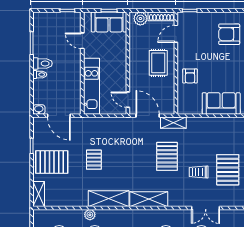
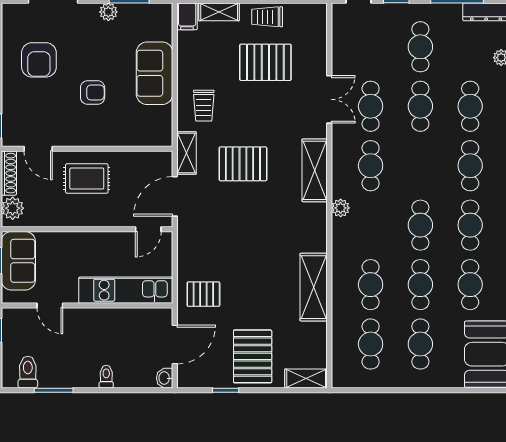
door: (82, 41) -> (50, 305), hinge flipped
toilet: (42, 63) -> (28, 372), moved
armchair: (190, 76) -> (93, 92), moved
pallet: (94, 160) -> (203, 294), moved
trolley: (199, 172) -> (204, 106), moved
shelving: (109, 199) -> (314, 287), moved
shelving: (149, 199) -> (315, 170), moved
plant: (90, 215) -> (341, 208), moved

